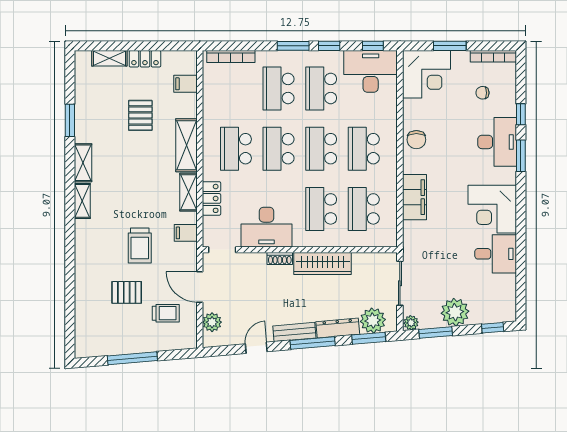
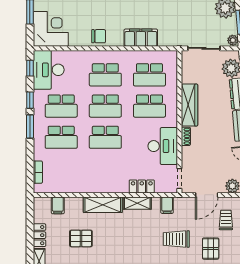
bookcase: (231, 57) -> (38, 172), width x0.64
school desk: (236, 149) -> (105, 168), removed
trolley: (140, 246) -> (176, 239), turned 180

